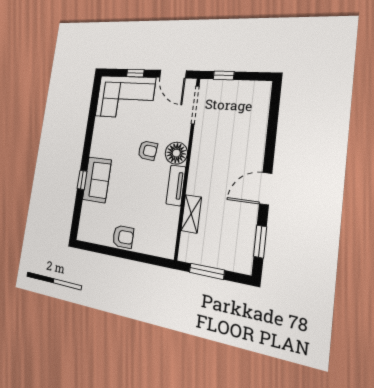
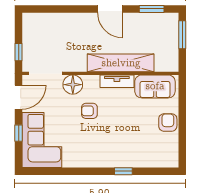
armchair: (148, 150) -> (89, 111), turned -96
floor lamp: (176, 153) -> (73, 85), moved
sofa: (97, 180) -> (155, 86), moved, turned 180
shelving: (191, 214) -> (121, 63), width x2.20, depth x1.33
window: (207, 271) -> (182, 35), moved

